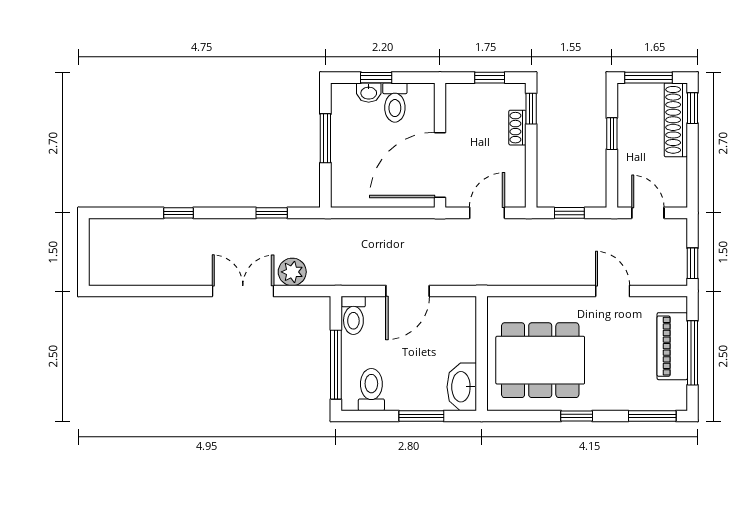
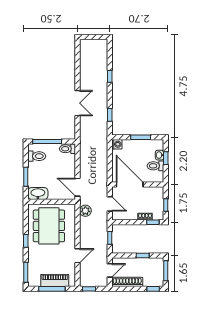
shoe rack: (676, 120) -> (127, 282), moved
washing machine: (343, 196) -> (117, 144), added
plant: (292, 272) -> (85, 211), moved
door: (408, 291) -> (77, 187), moved

